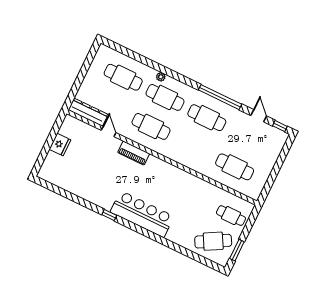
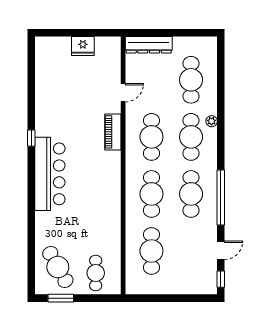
dresser: (88, 112) -> (149, 45), moved, turned 90
cafe table: (193, 147) -> (151, 194), added

